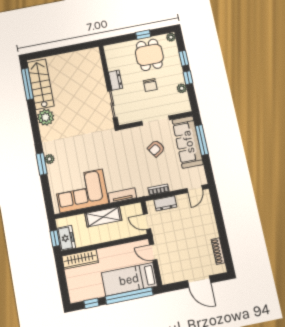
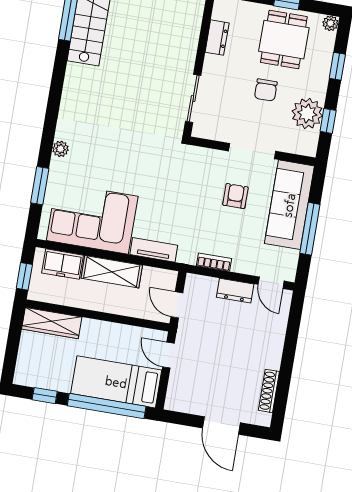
window: (188, 78) -> (328, 121), moved
dresser: (116, 80) -> (217, 38), moved
plant: (182, 88) -> (307, 113), width x1.87, depth x1.87
plant: (46, 117) -> (79, 79), removed
window: (202, 140) -> (310, 229), moved
armchair: (156, 148) -> (235, 196), turned 123
window: (42, 164) -> (40, 186), moved
door: (195, 189) -> (271, 283), hinge flipped
dresser: (165, 203) -> (235, 291), moved
freezer: (66, 238) -> (62, 264), moved, turned 90

